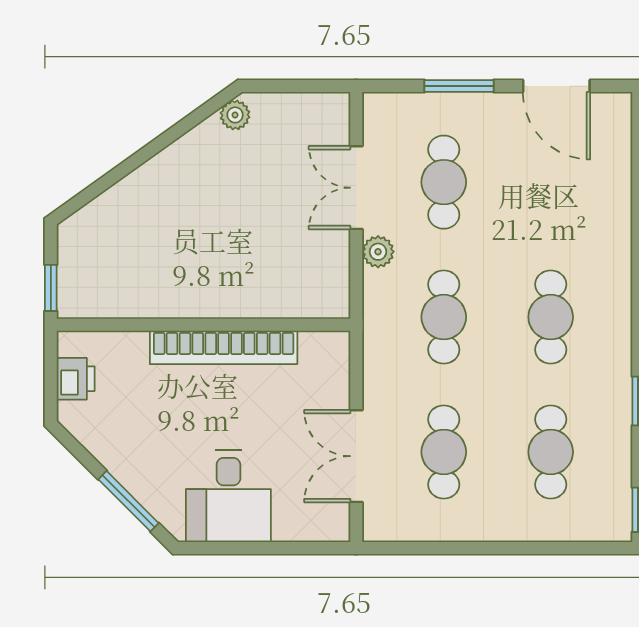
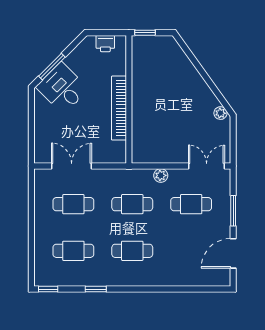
double door: (356, 188) -> (207, 166), moved
desk: (228, 496) -> (62, 88), moved, turned 45

